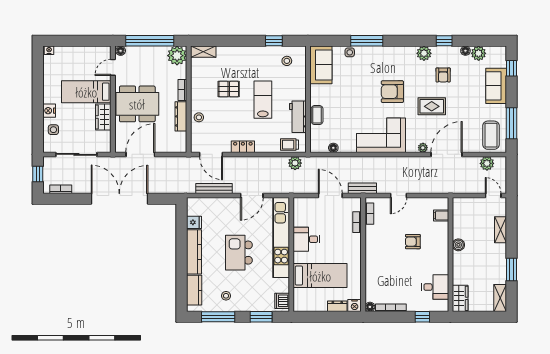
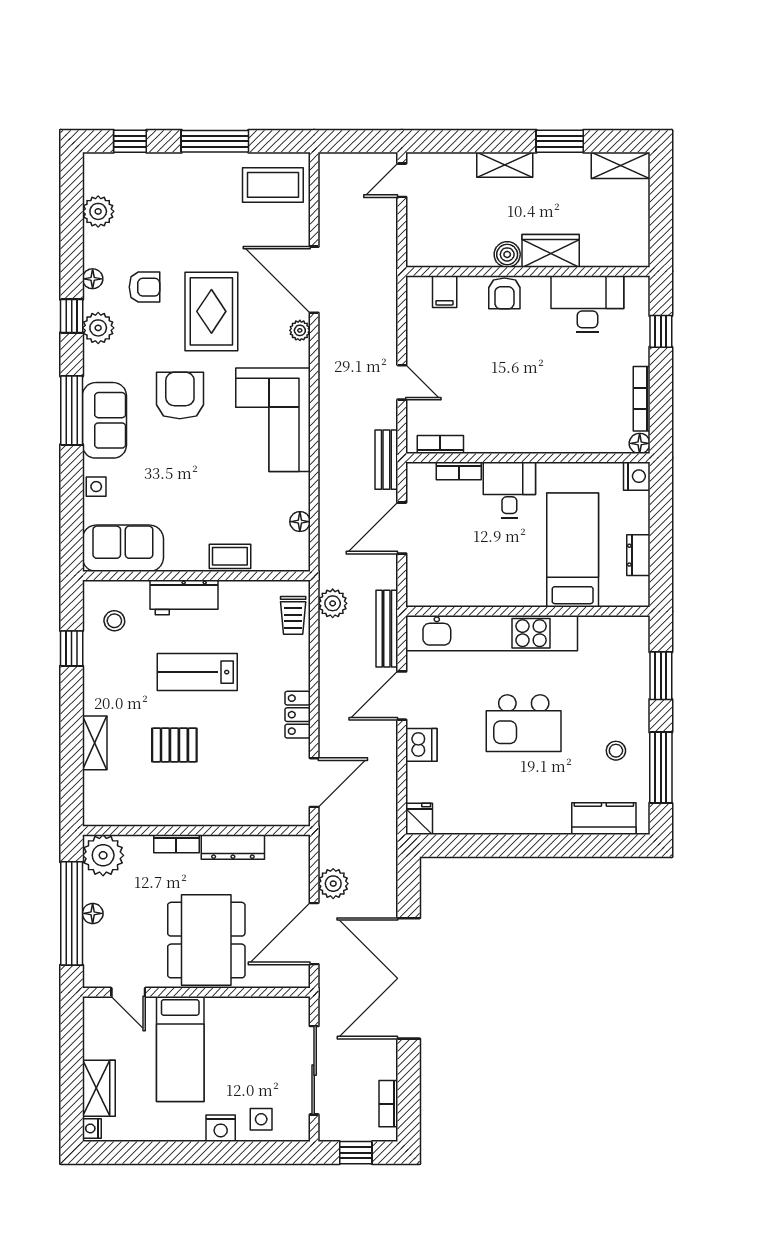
window: (367, 41) -> (72, 410), moved
window: (444, 41) -> (72, 316), moved
floor lamp: (121, 51) -> (93, 913), moved
floor lamp: (465, 51) -> (93, 279), moved
shelving: (203, 52) -> (95, 743), moved
sofa: (496, 86) -> (104, 420), moved, turned -90
pallet: (229, 89) -> (174, 745), turned 90
armchair: (392, 92) -> (180, 396), turned 180
rug: (432, 106) -> (211, 311), width x1.36, depth x1.43
wardrobe: (103, 117) -> (99, 1088), moved, turned -90
stool: (199, 117) -> (235, 809), removed
workbench: (298, 117) -> (184, 597), moved
window: (511, 123) -> (215, 141), moved
door: (140, 154) -> (314, 934), hinge flipped
plant: (487, 163) -> (333, 884), moved
bench: (214, 189) -> (387, 629), moved
door: (252, 196) -> (402, 696), swing flipped
fridge: (194, 222) -> (419, 819), moved
shelving: (500, 230) -> (505, 165), moved
desk: (306, 239) -> (509, 490), moved, turned 180
armchair: (413, 242) -> (504, 293), moved
kitchen counter: (194, 252) -> (522, 819), removed
desk: (435, 287) -> (587, 304), width x1.37
wardrobe: (460, 298) -> (551, 251), moved
dishwasher: (282, 301) -> (421, 745), moved, turned -90
dresser: (337, 306) -> (638, 555), moved

